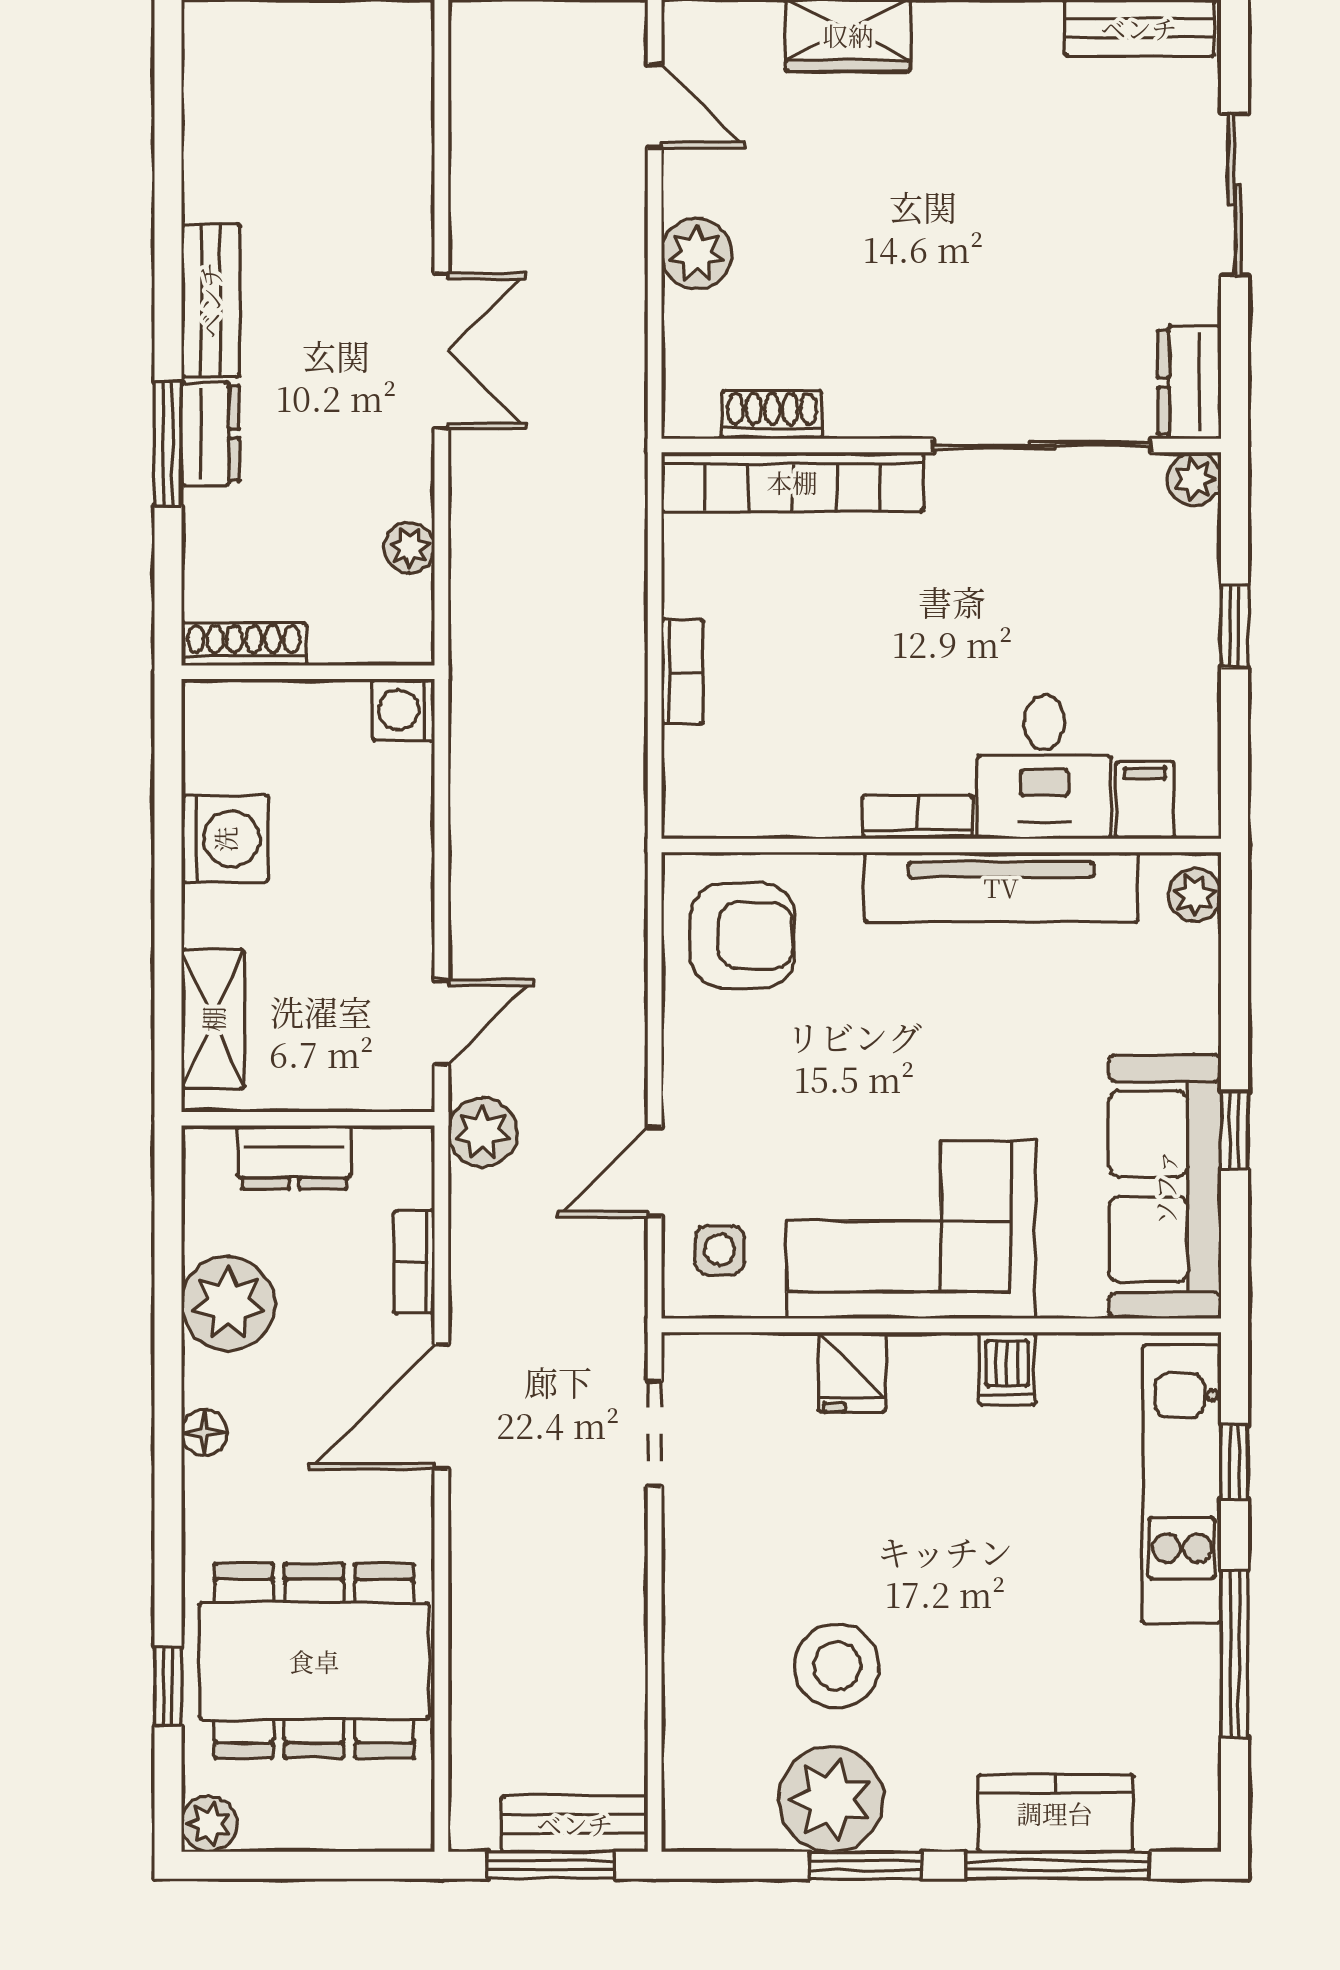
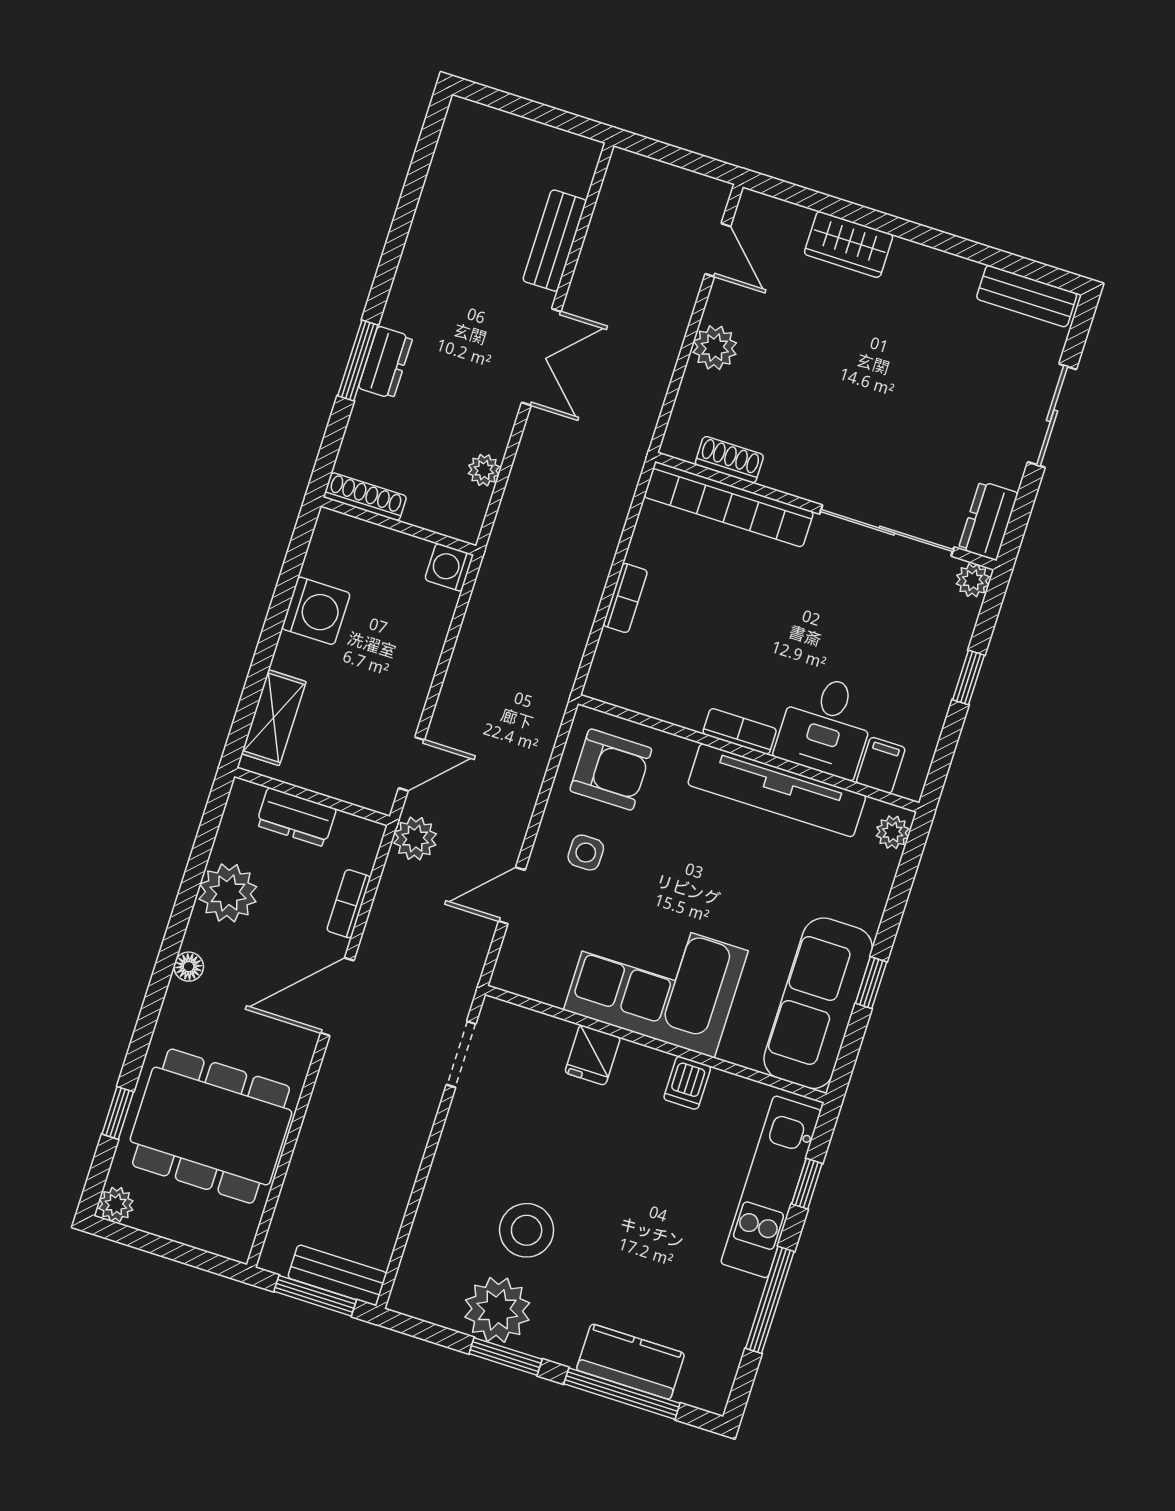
bench: (210, 300) -> (555, 241), moved
side table: (720, 1250) -> (586, 853), moved

